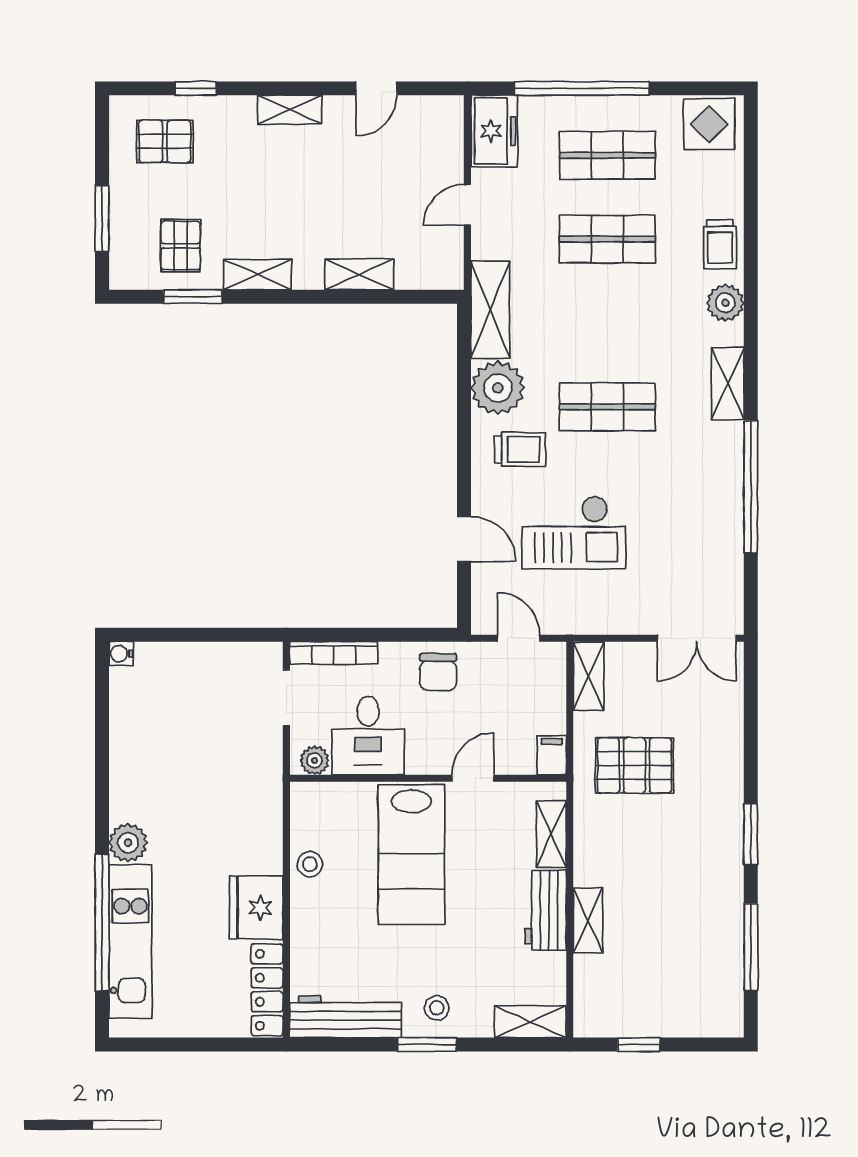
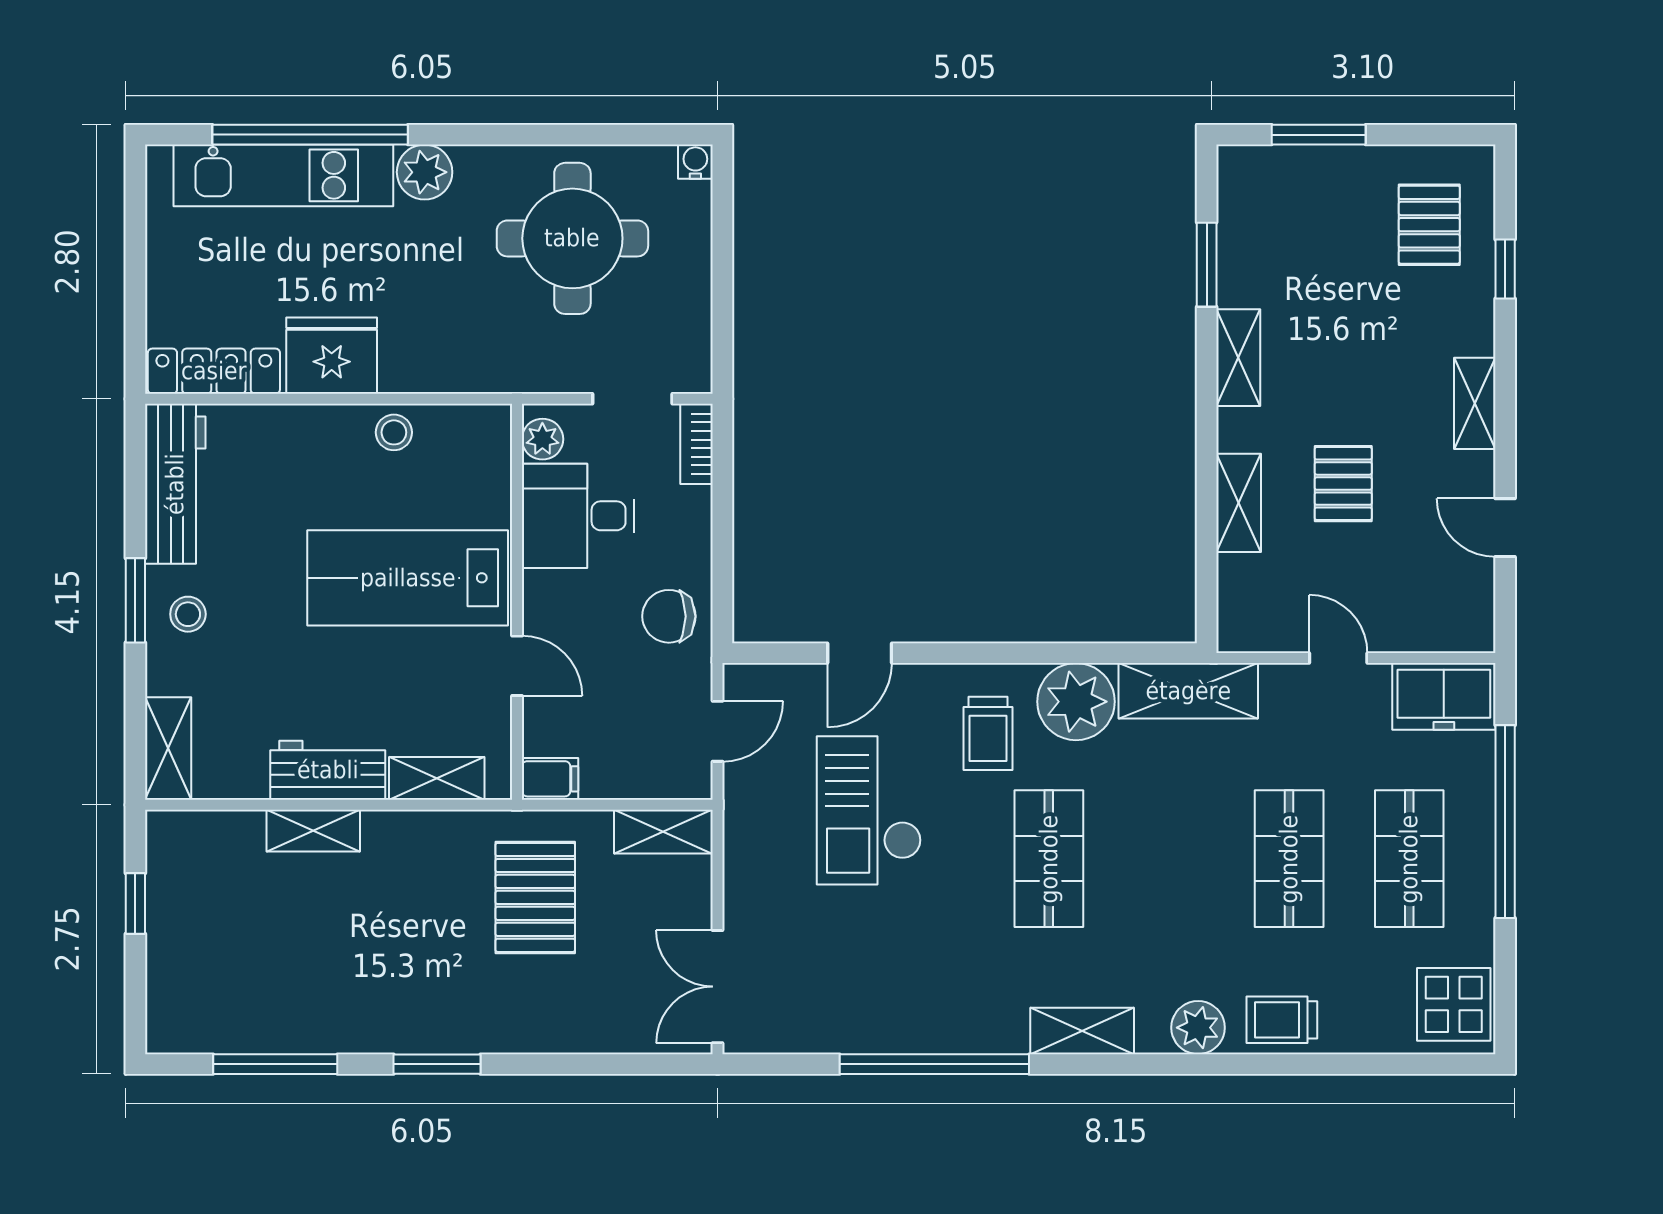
pallet: (181, 246) -> (1343, 484), moved, turned 90
bookcase: (334, 653) -> (697, 444), width x0.64
round table: (174, 739) -> (572, 238), added

